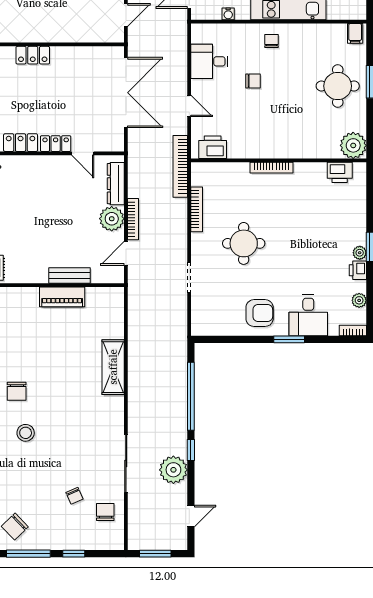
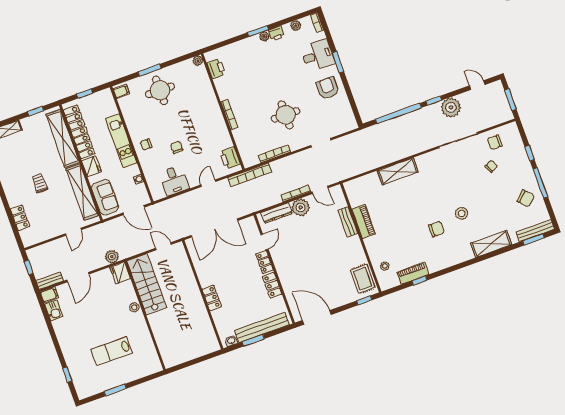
double door: (126, 93) -> (214, 228), swing flipped
plant: (353, 145) -> (198, 61), width x0.53, depth x0.53

